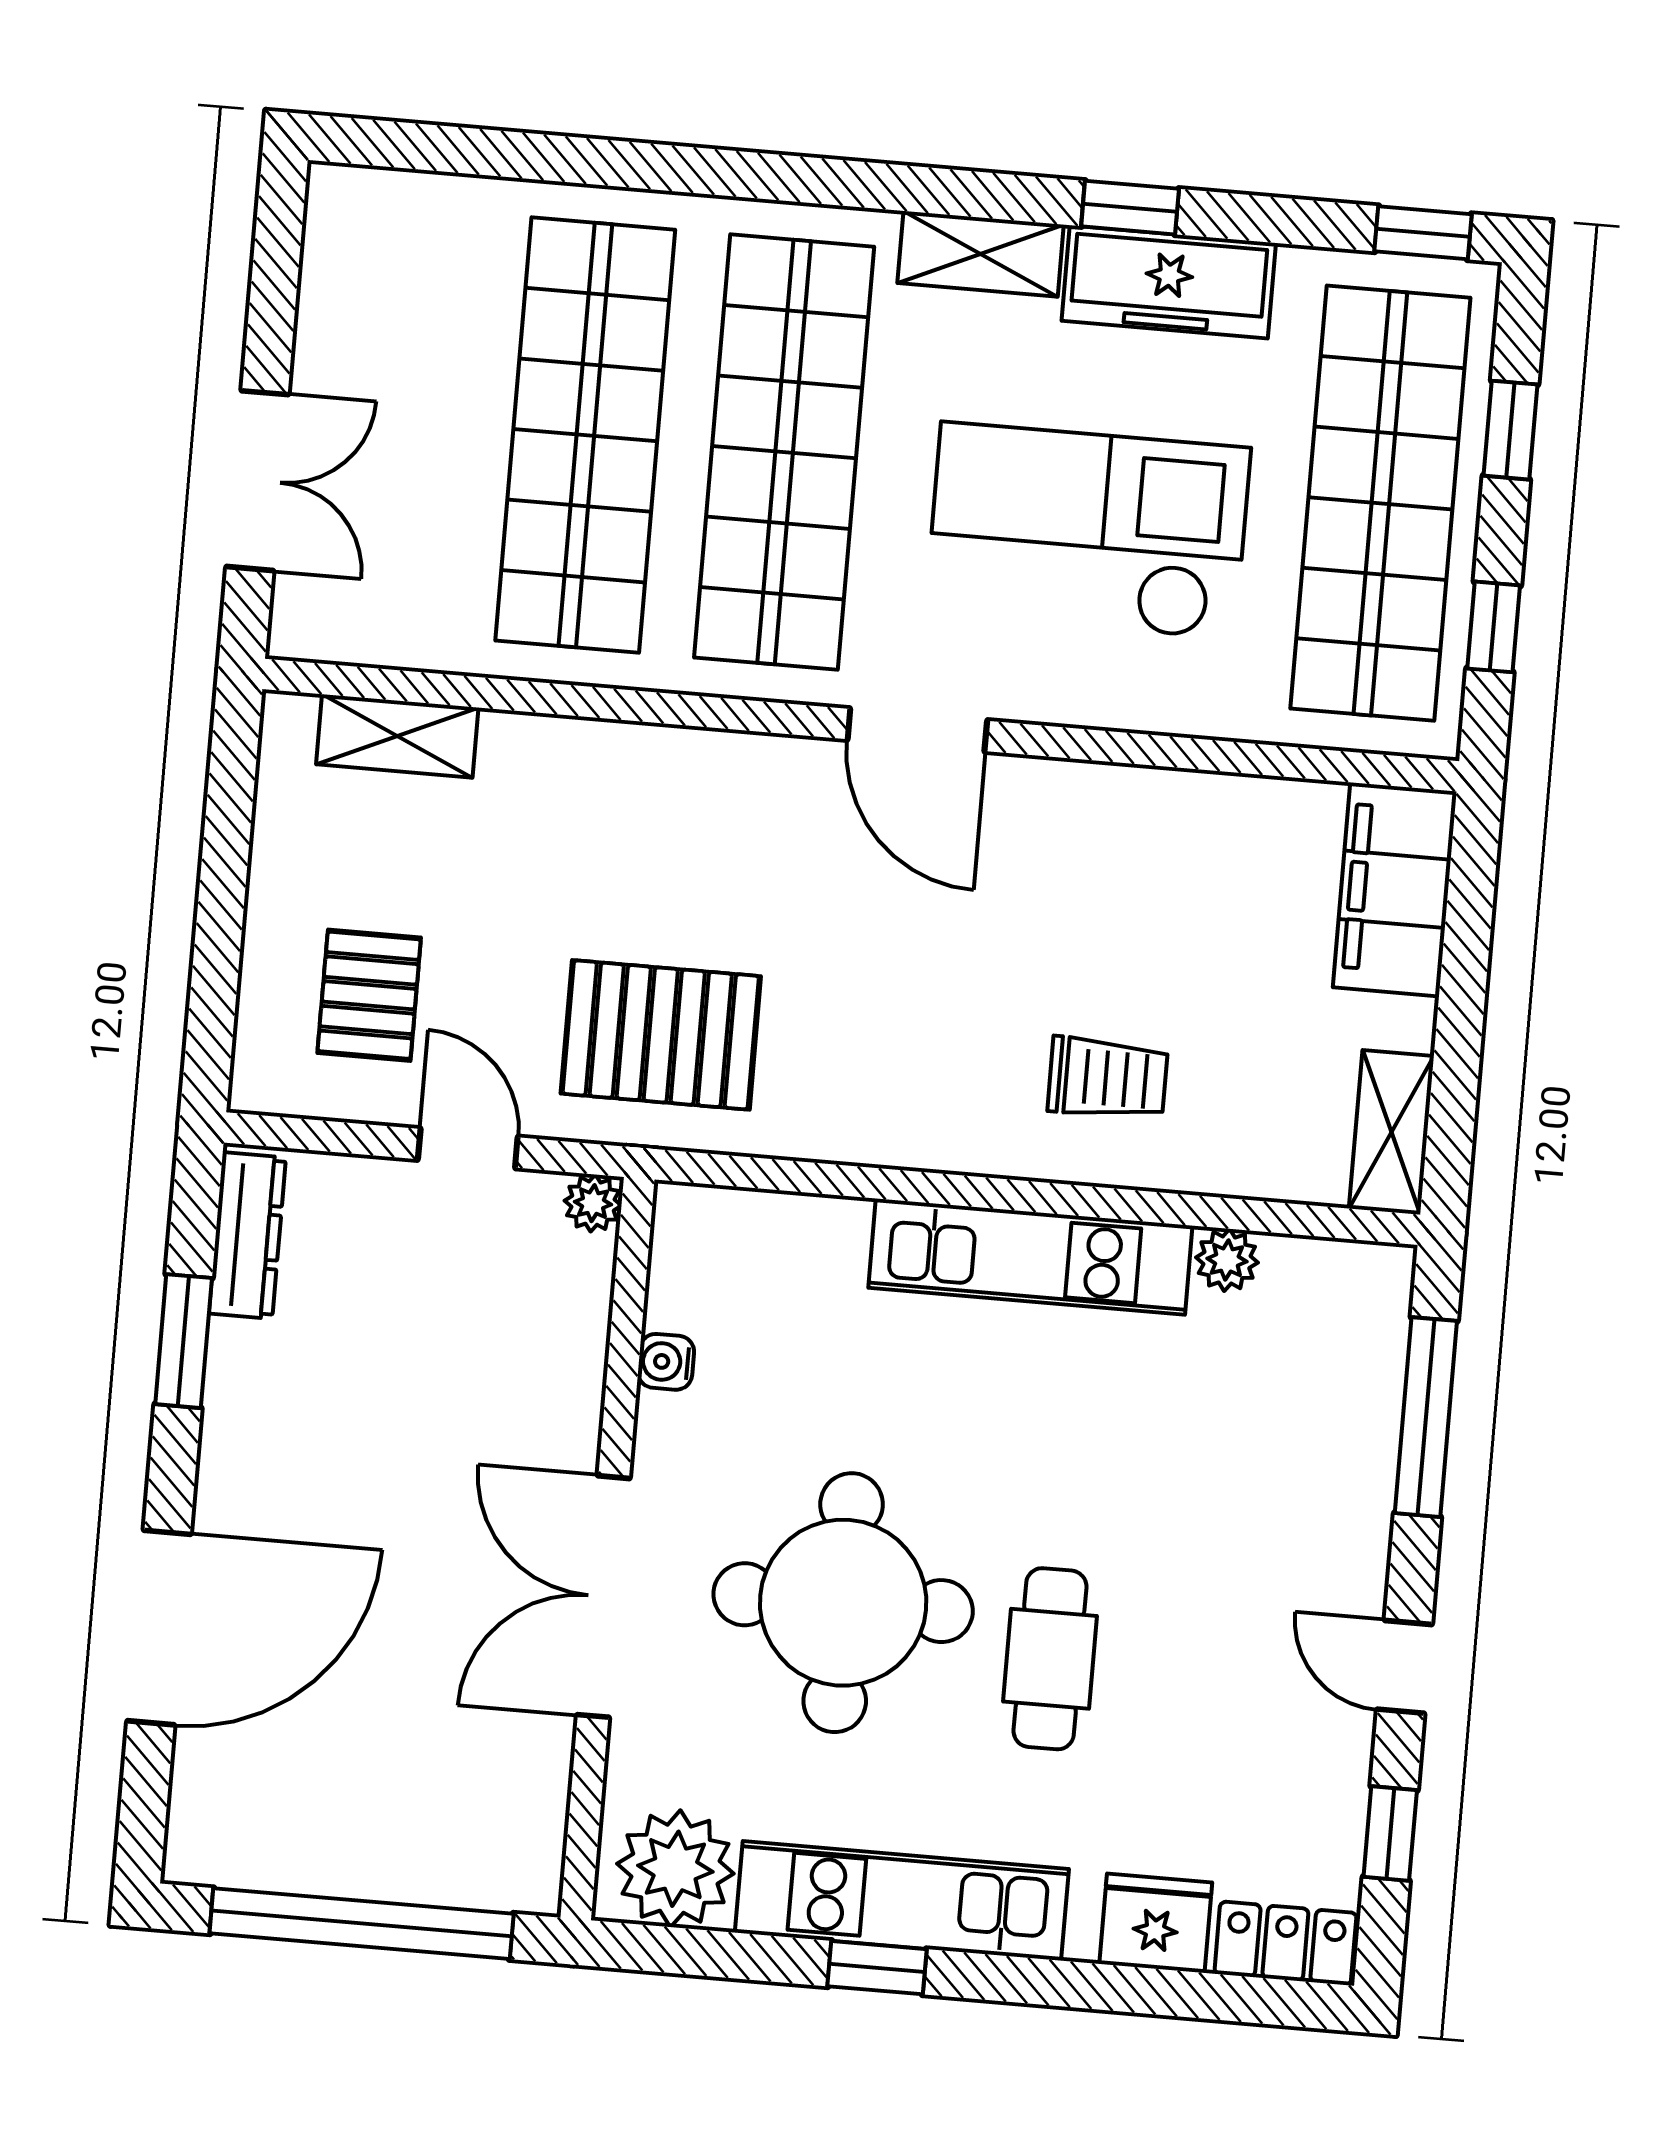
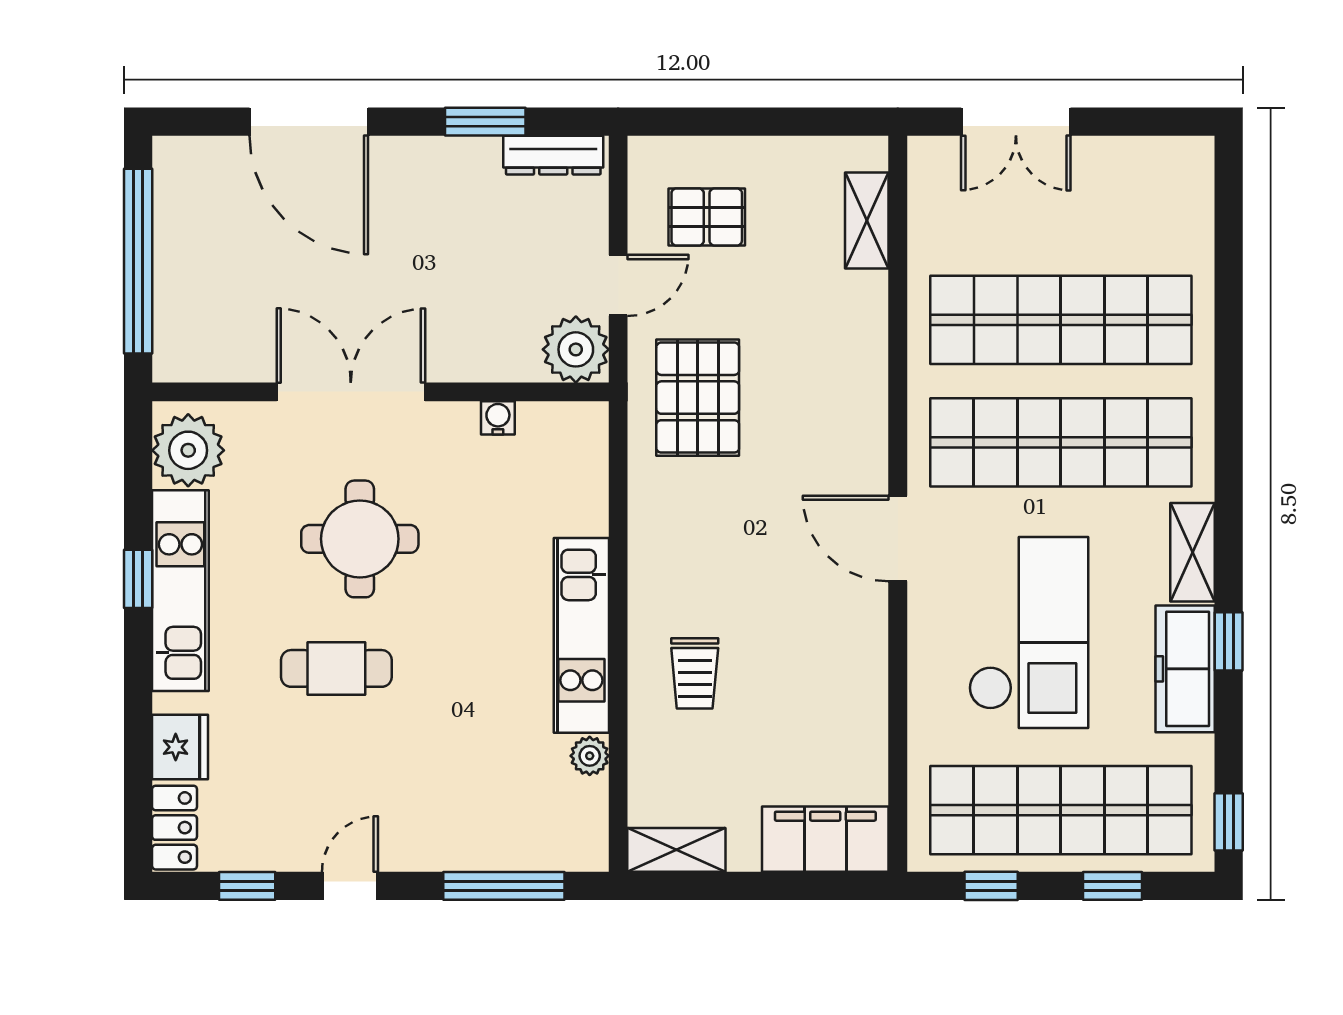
door: (917, 730) -> (898, 539), hinge flipped
plant: (593, 1203) -> (576, 349), width x1.88, depth x1.88
round table: (843, 1603) -> (360, 539), width x0.73, depth x0.73

